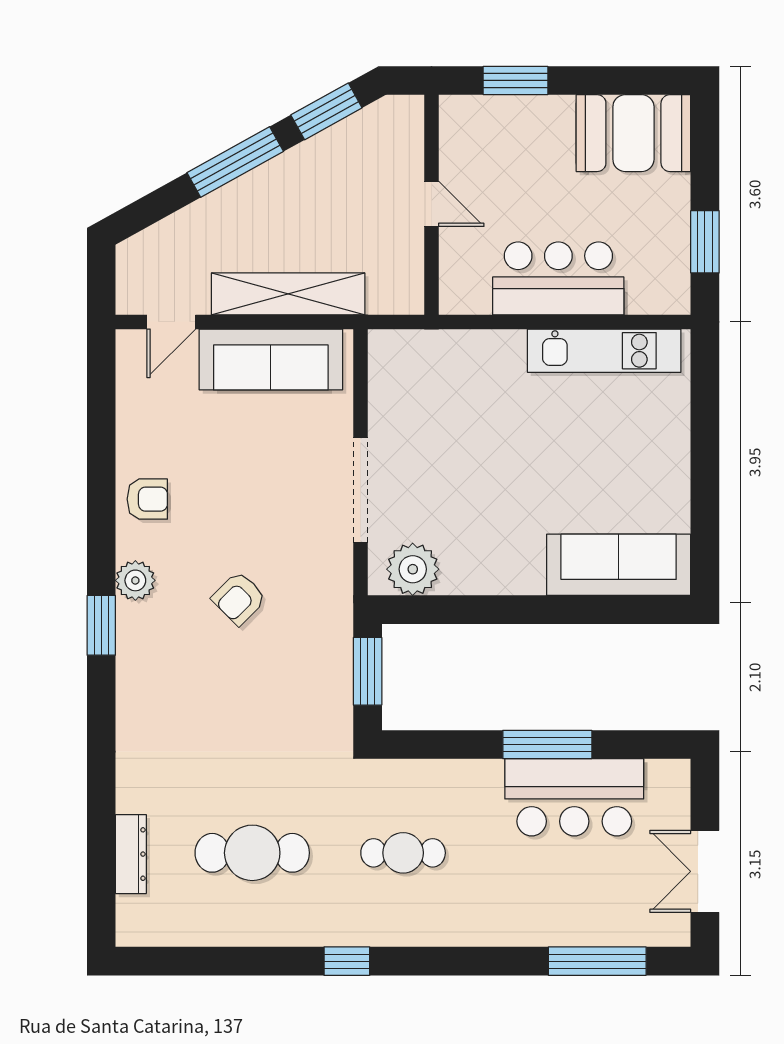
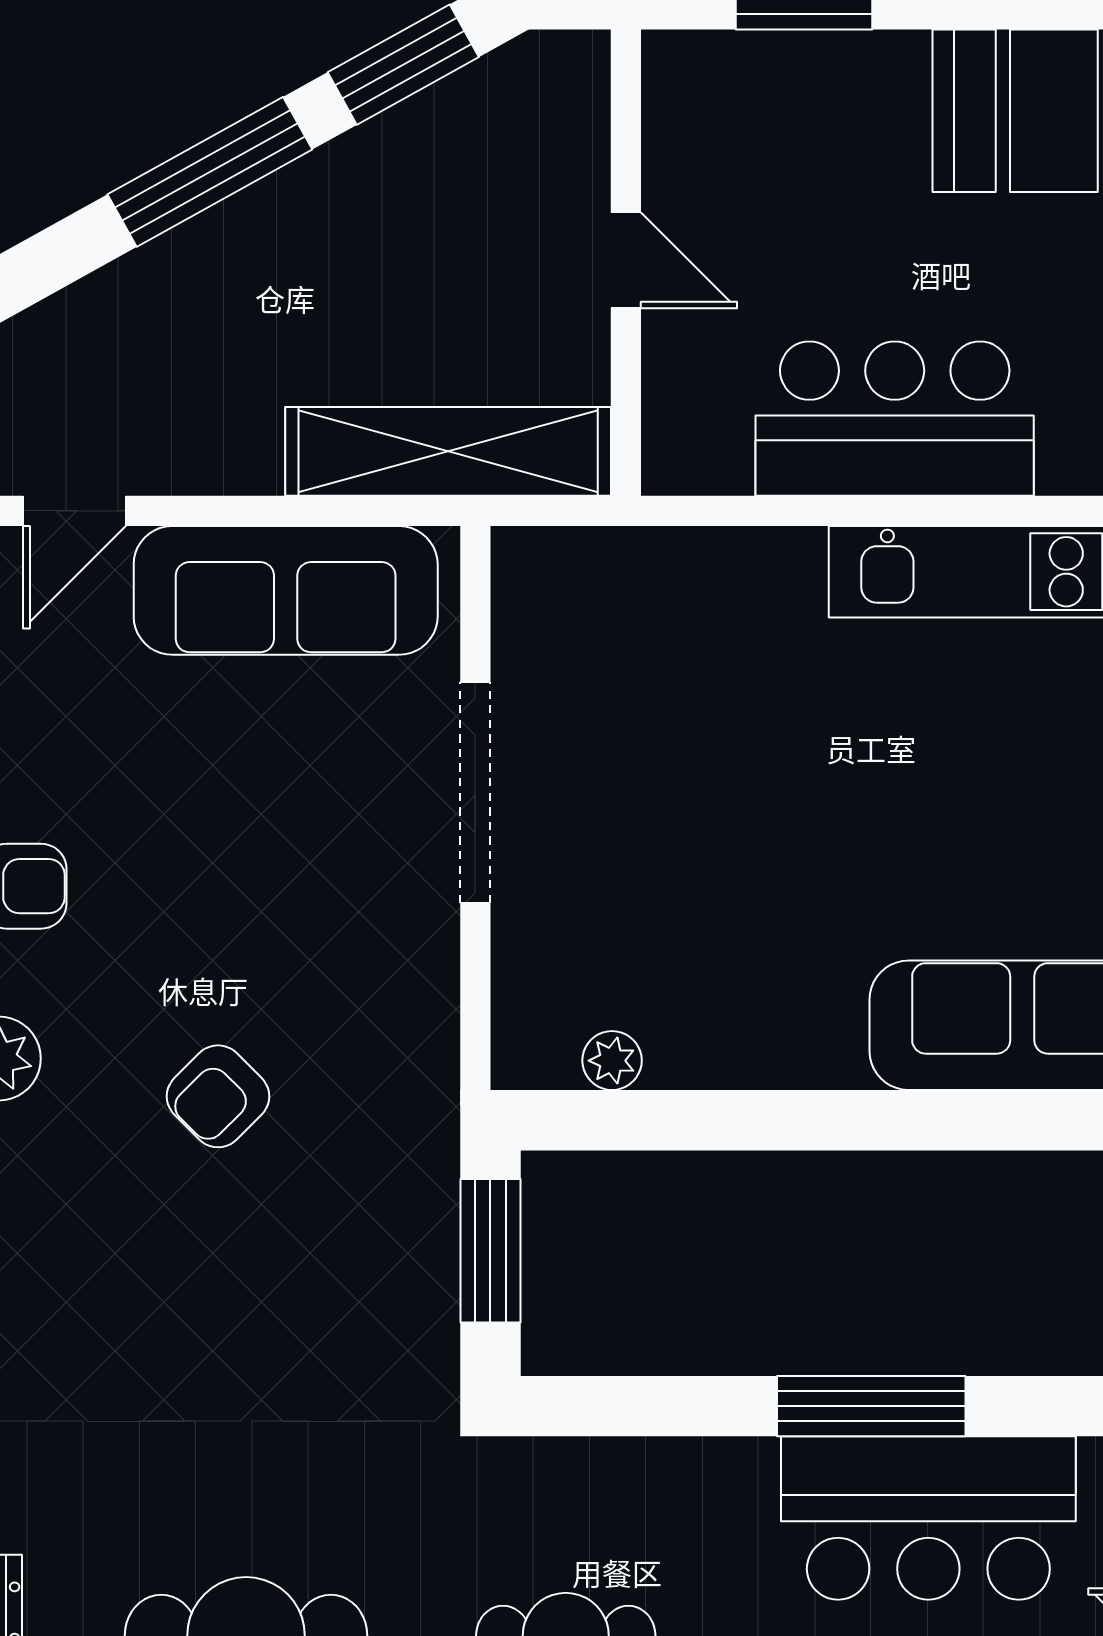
shelving: (288, 294) -> (448, 451), moved
doorway: (360, 490) -> (475, 793), moved
plant: (413, 569) -> (612, 1061), width x0.53, depth x0.53

